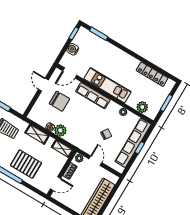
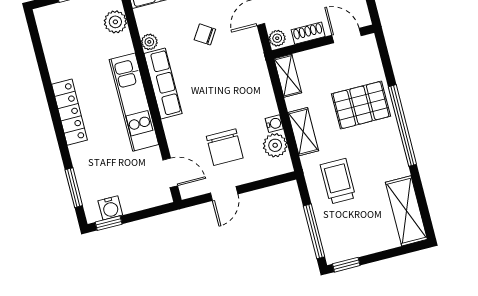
water cooler: (73, 49) -> (110, 208), moved
locker: (152, 74) -> (70, 112), moved
row of seats: (93, 96) -> (163, 83), moved
chair: (59, 101) -> (225, 147), turned 180
plant: (60, 130) -> (275, 145), moved
pallet: (26, 164) -> (361, 105), turned 90

